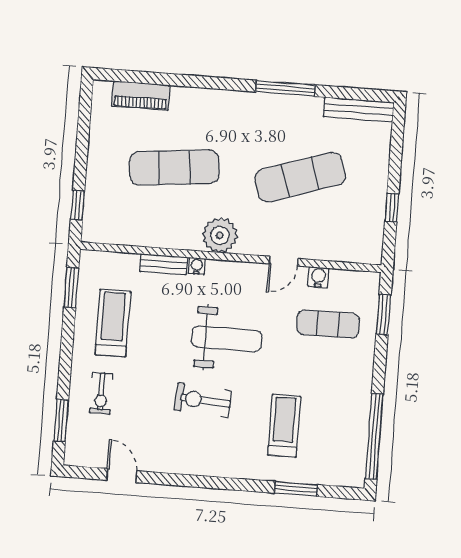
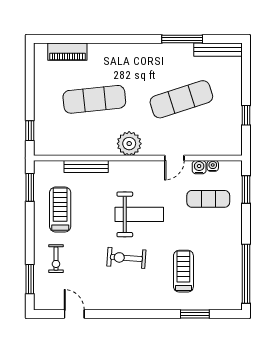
window: (285, 88) -> (182, 39), moved
bench: (164, 264) -> (86, 166), width x1.36
water cooler: (197, 266) -> (213, 166), moved

